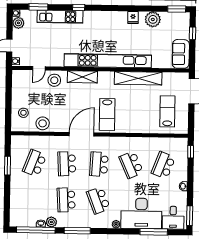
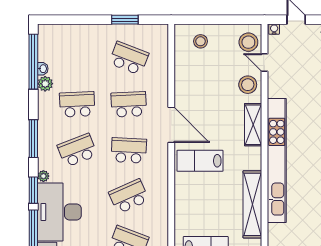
stool: (43, 123) -> (248, 42), moved
window: (77, 231) -> (33, 139), moved
window: (126, 231) -> (33, 190), added

